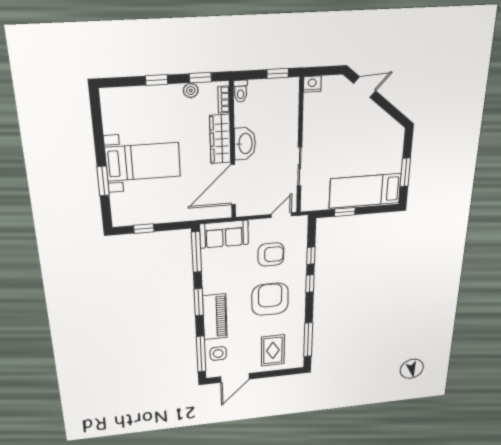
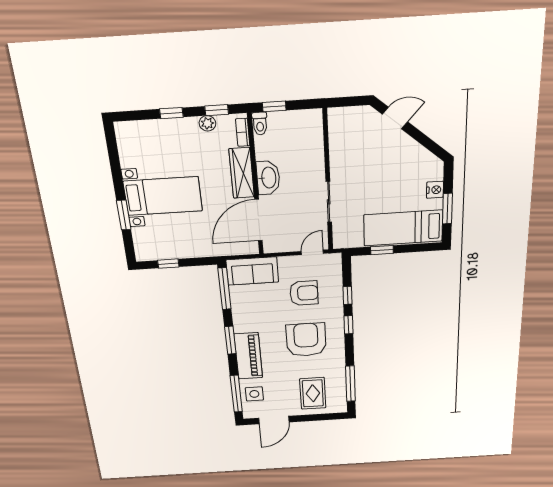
window: (278, 73) -> (274, 106), moved
nightstand: (312, 84) -> (435, 190), moved, turned 90

